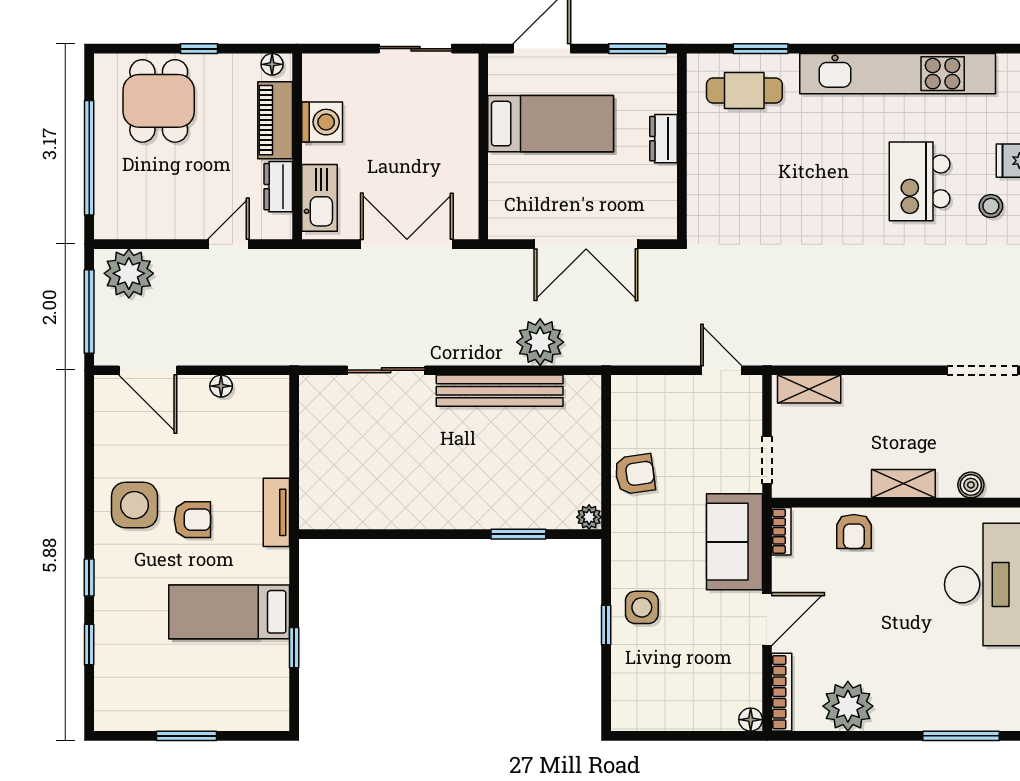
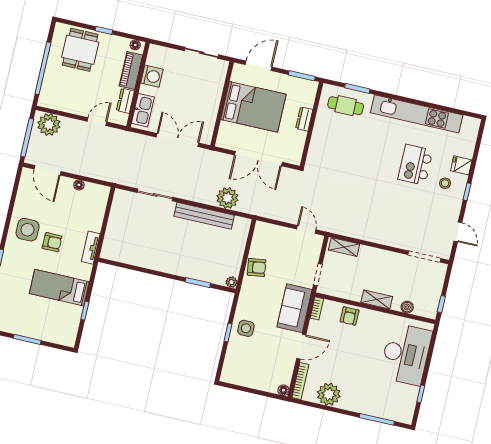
bed: (551, 124) -> (253, 107), width x1.50

